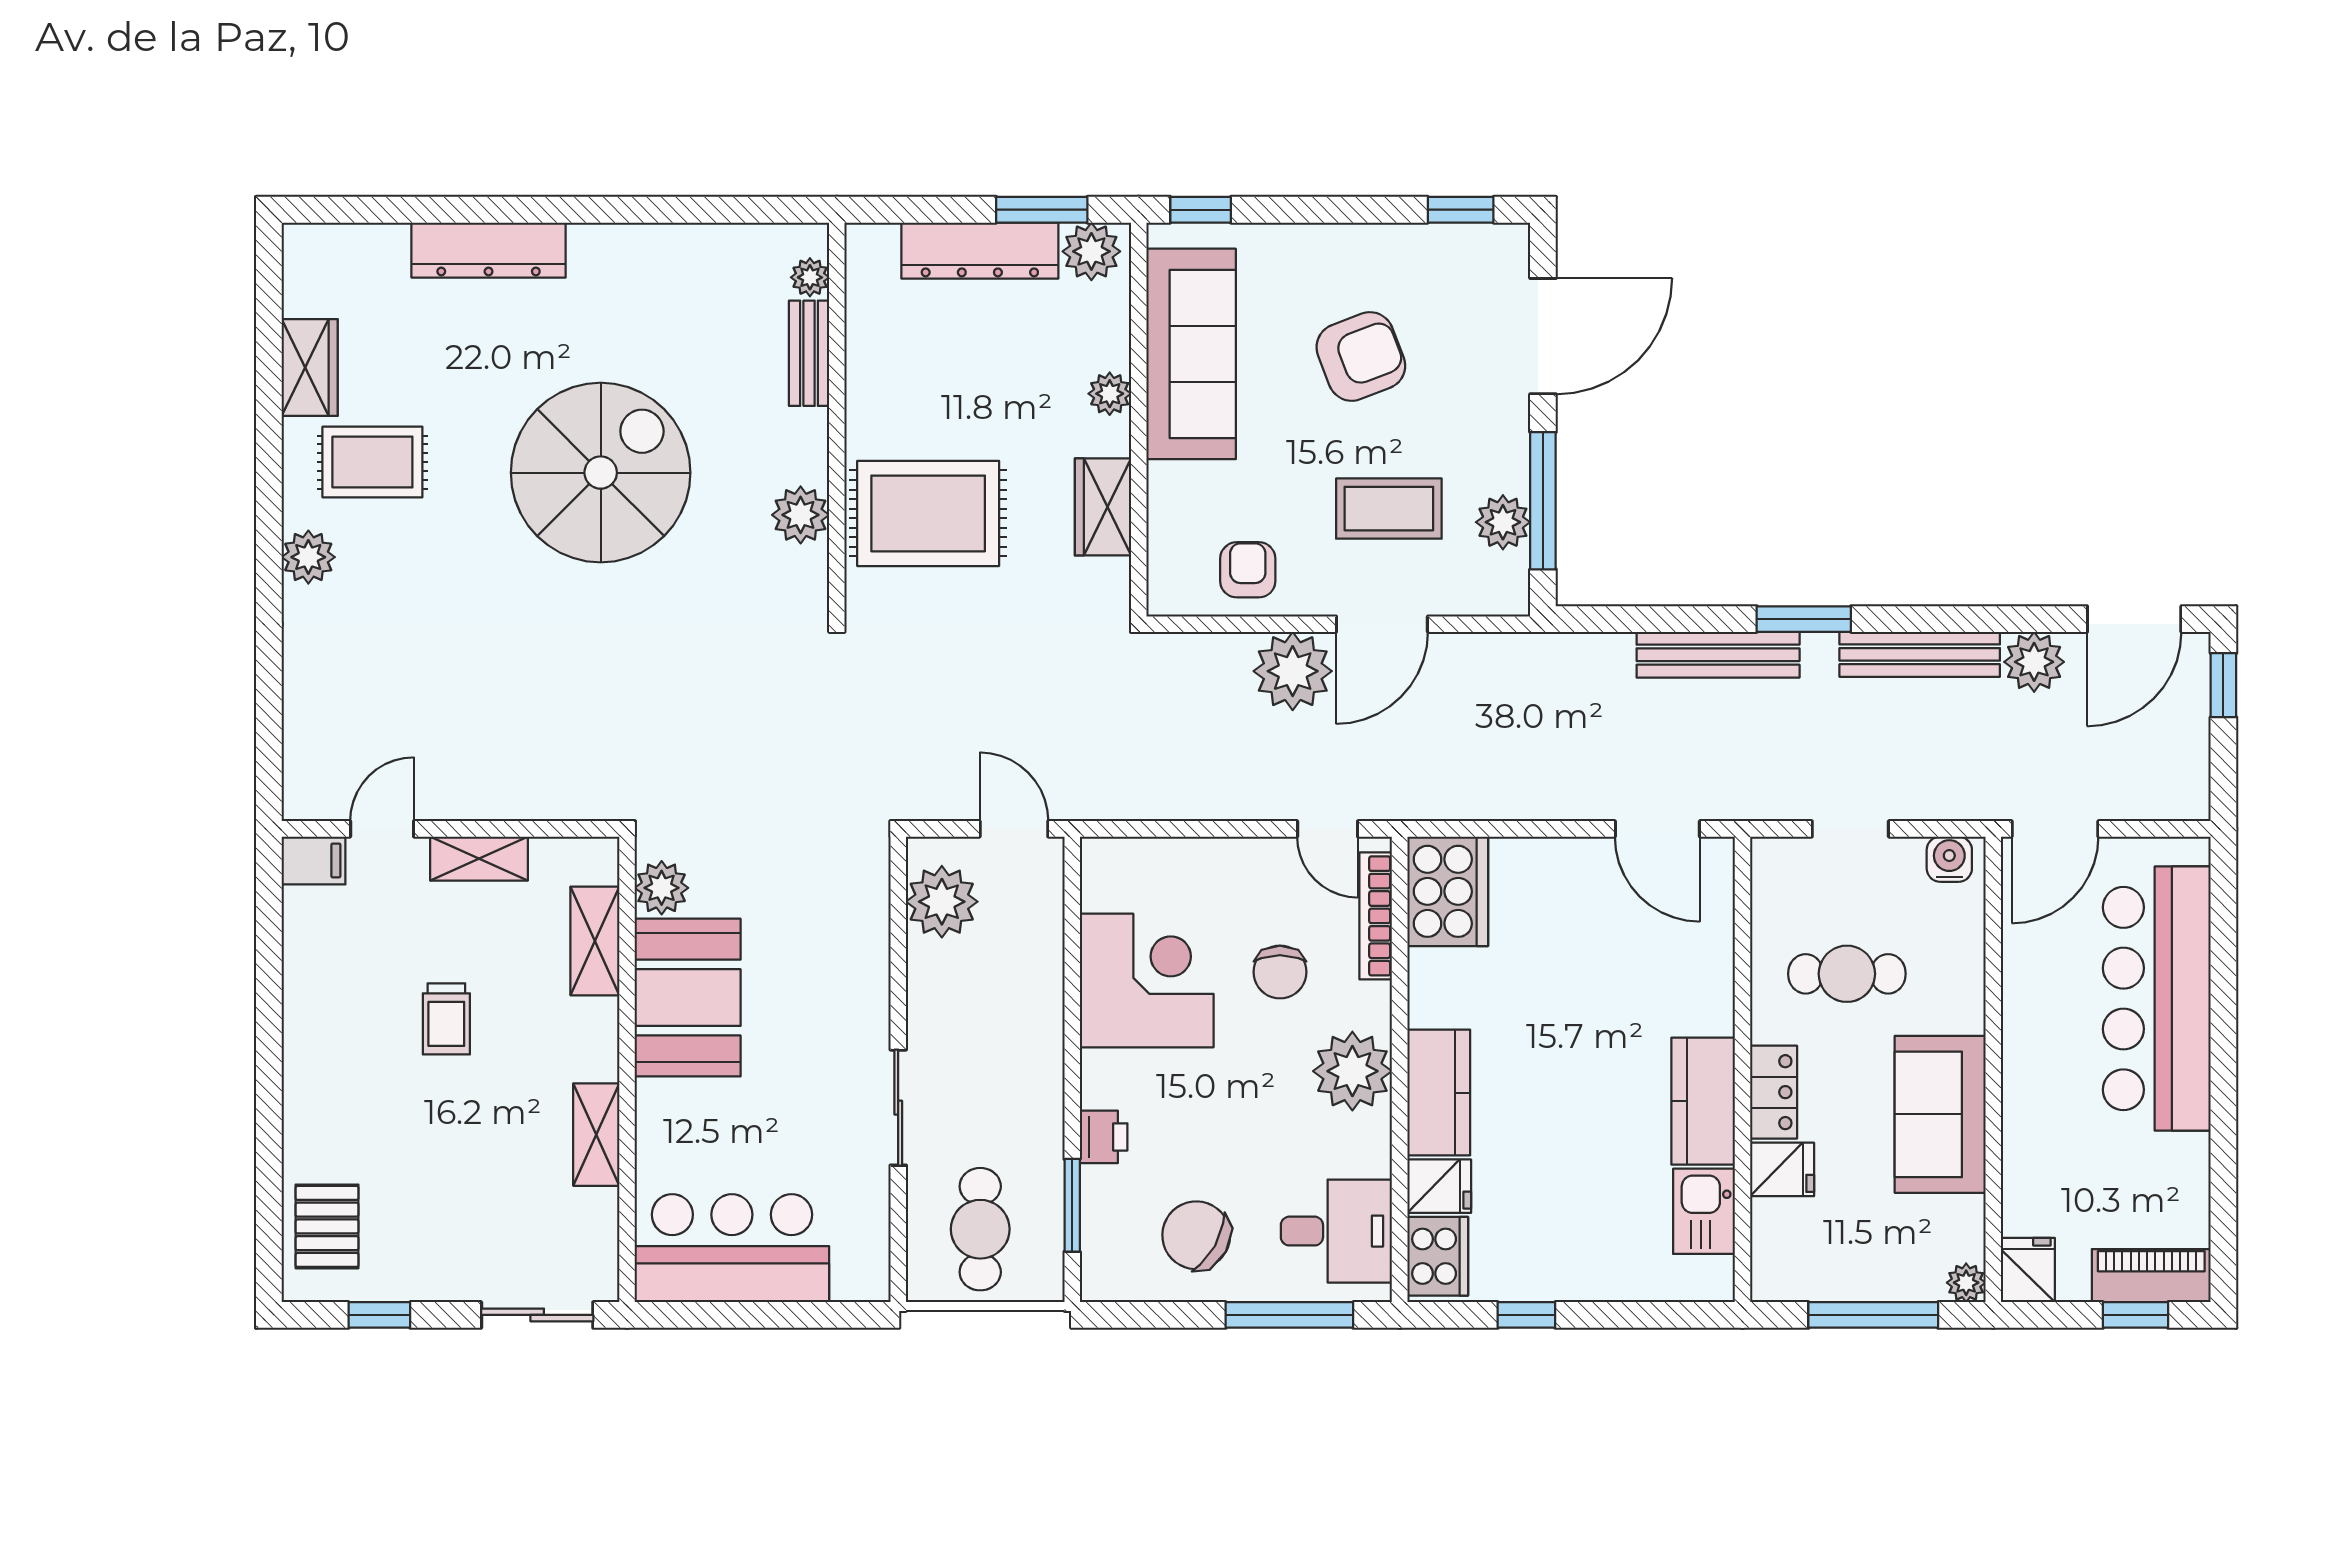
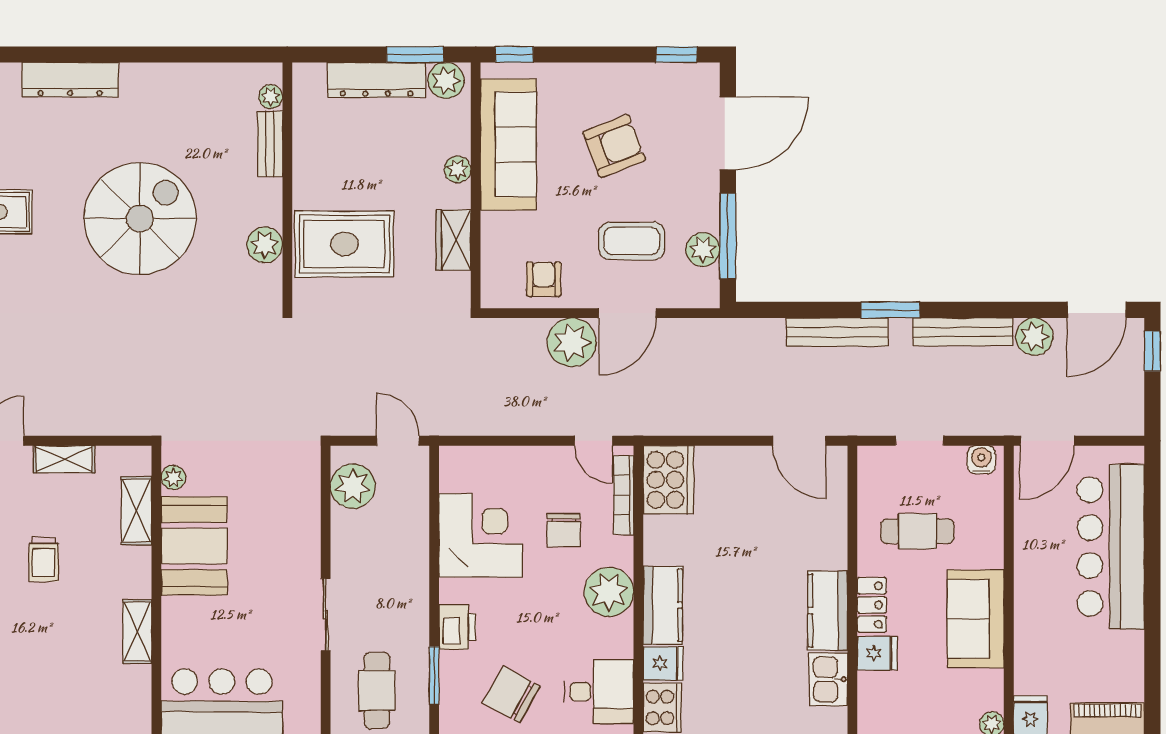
plant: (662, 888) -> (173, 478), width x0.73, depth x0.73
printer: (1104, 1137) -> (457, 627), width x1.36, depth x1.24

